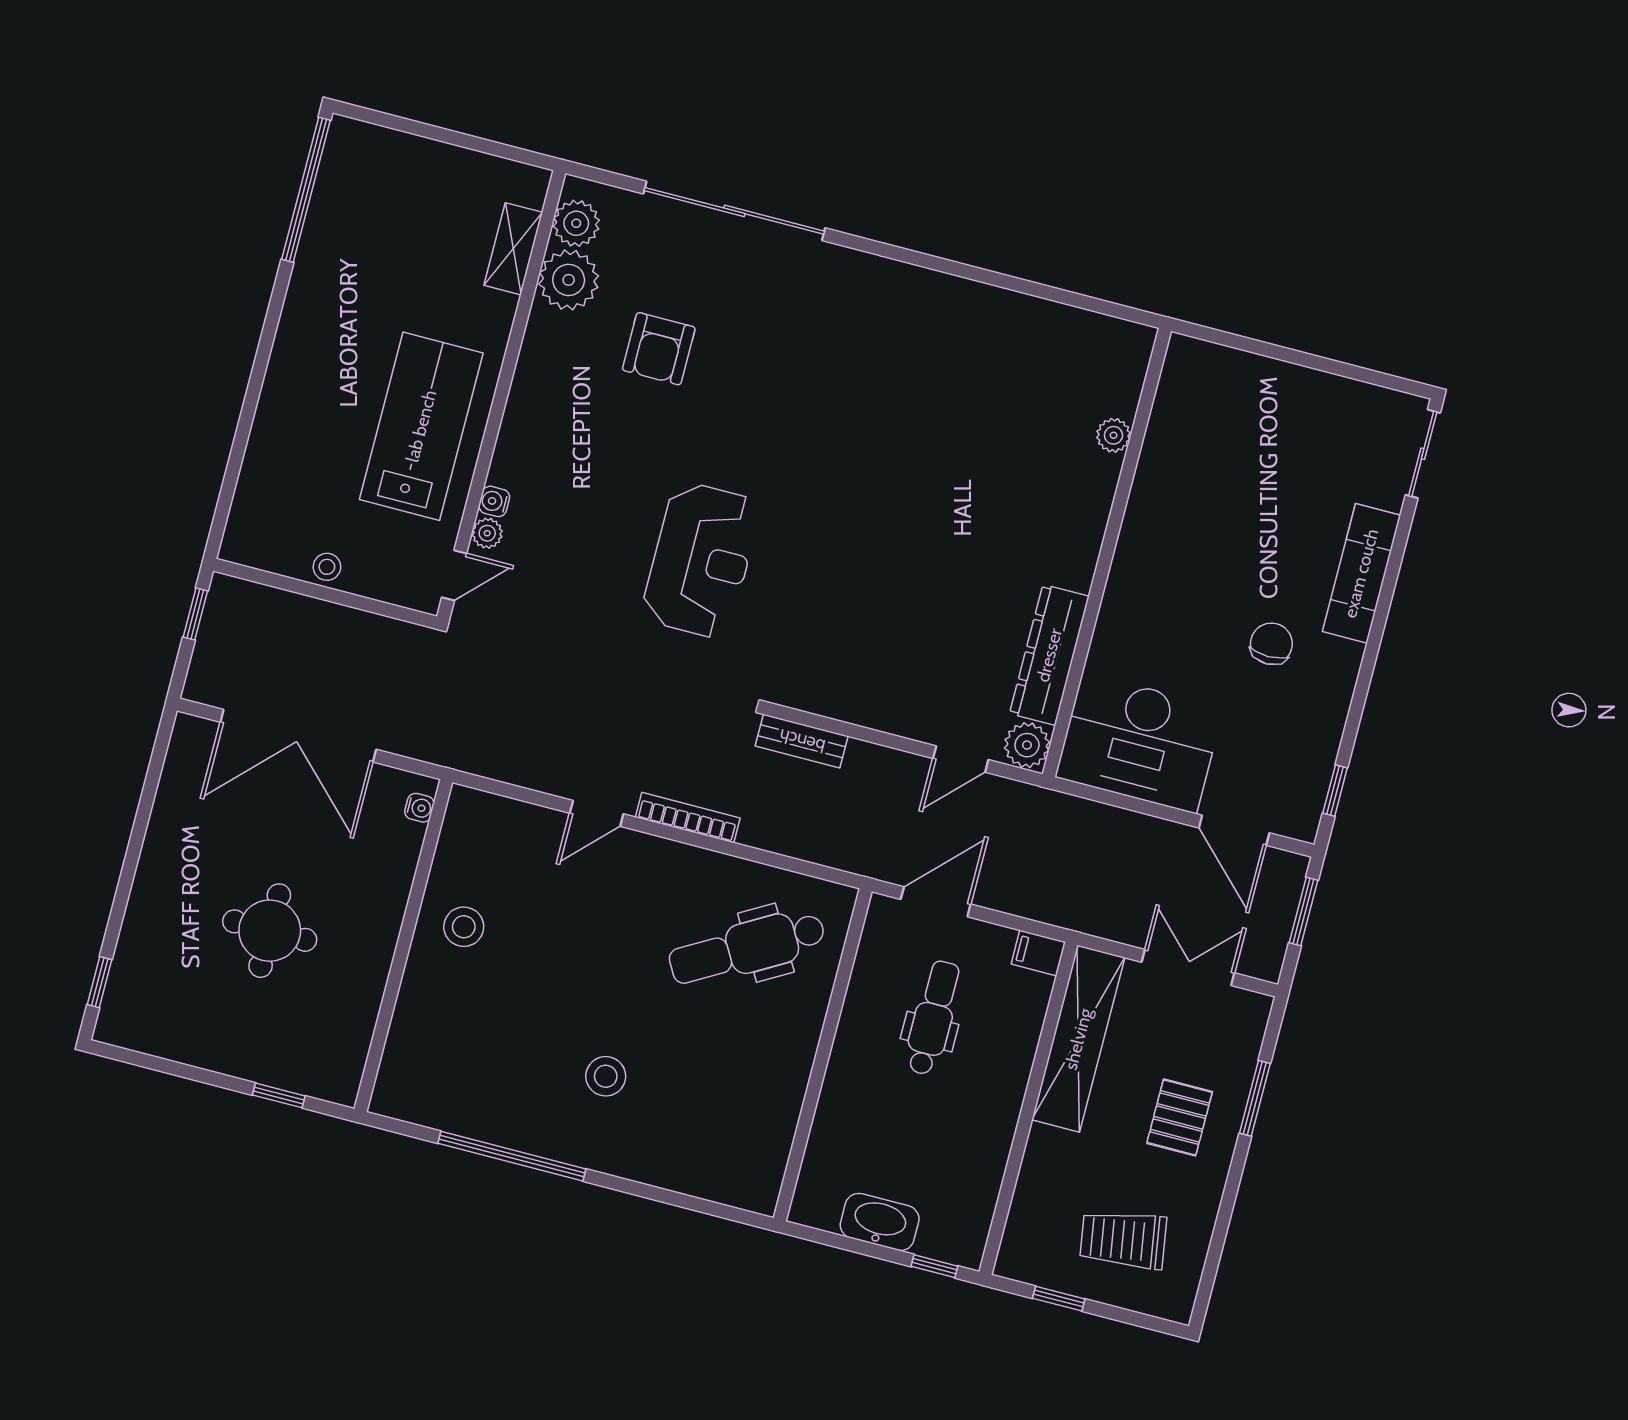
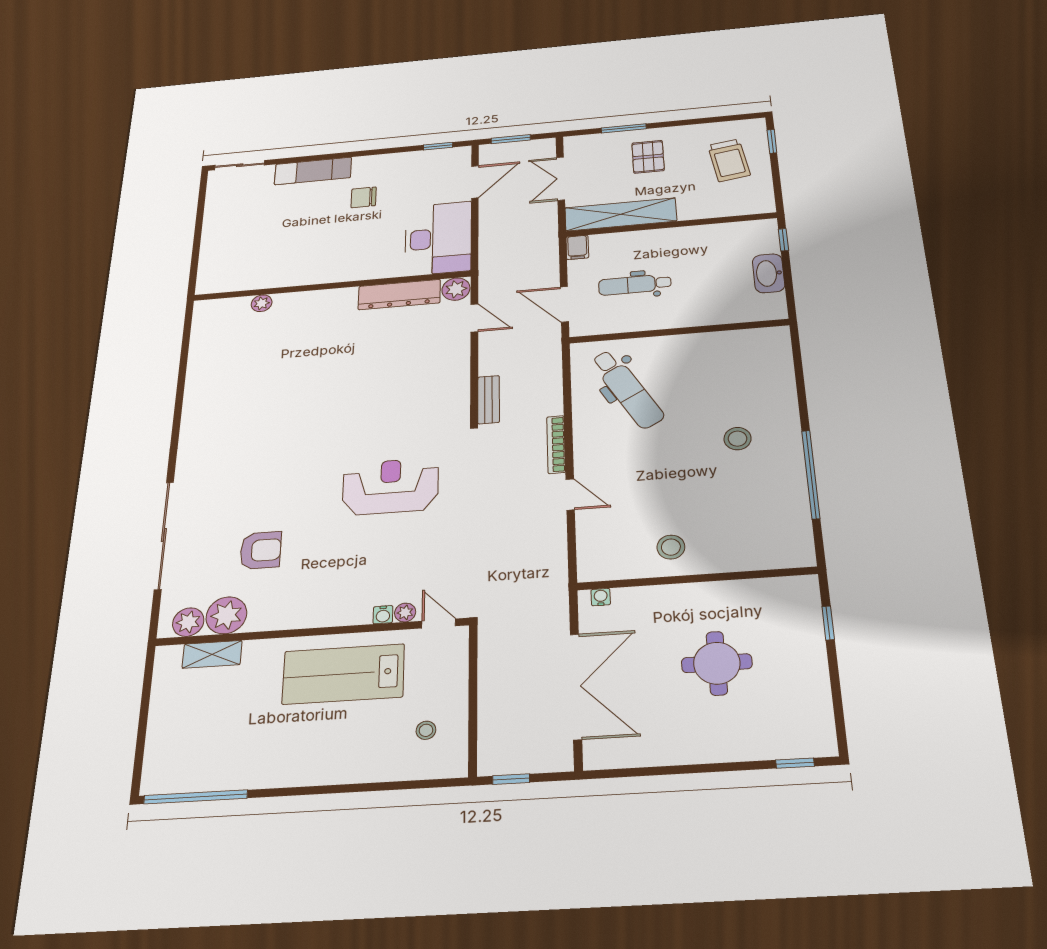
stool: (327, 567) -> (426, 730), moved
pallet: (1180, 1117) -> (648, 157), turned 90
window: (1059, 1299) -> (772, 141), moved

